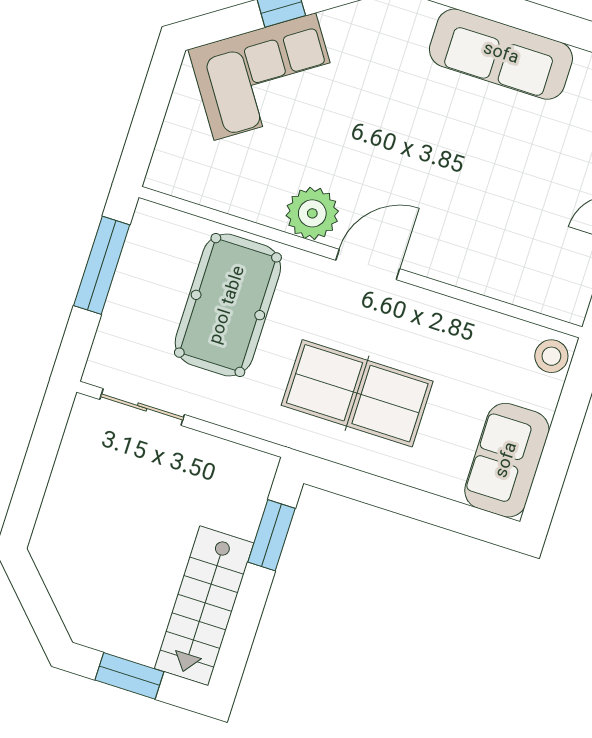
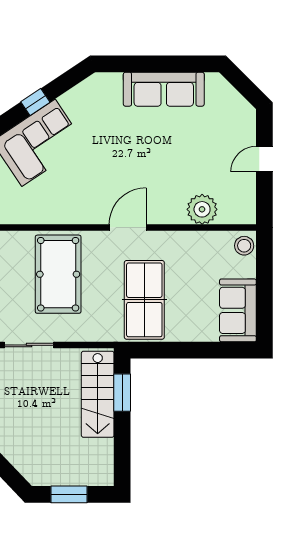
plant: (312, 213) -> (202, 209), moved
table tennis table: (357, 393) -> (144, 300), turned 90
stairs: (204, 606) -> (98, 394), moved

